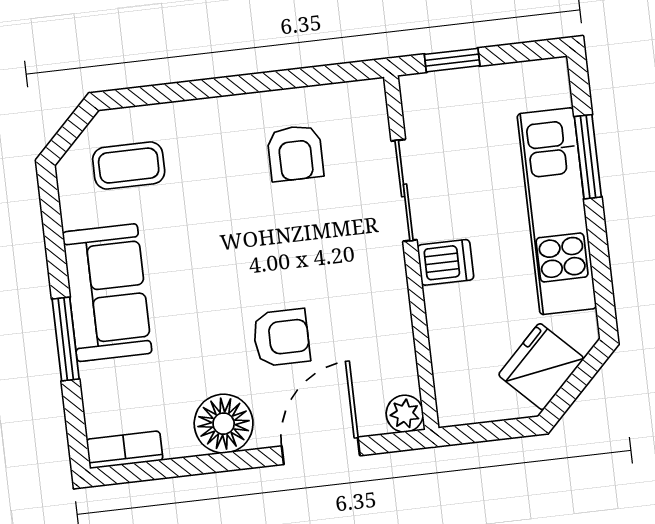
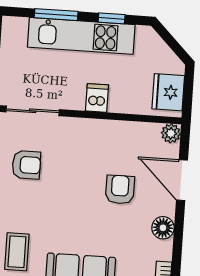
sliding door: (404, 190) -> (33, 111), moved
window: (600, 262) -> (112, 18), added
fridge: (541, 367) -> (168, 92), moved, turned 45
floor lamp: (224, 424) -> (163, 228), width x0.73, depth x0.73

